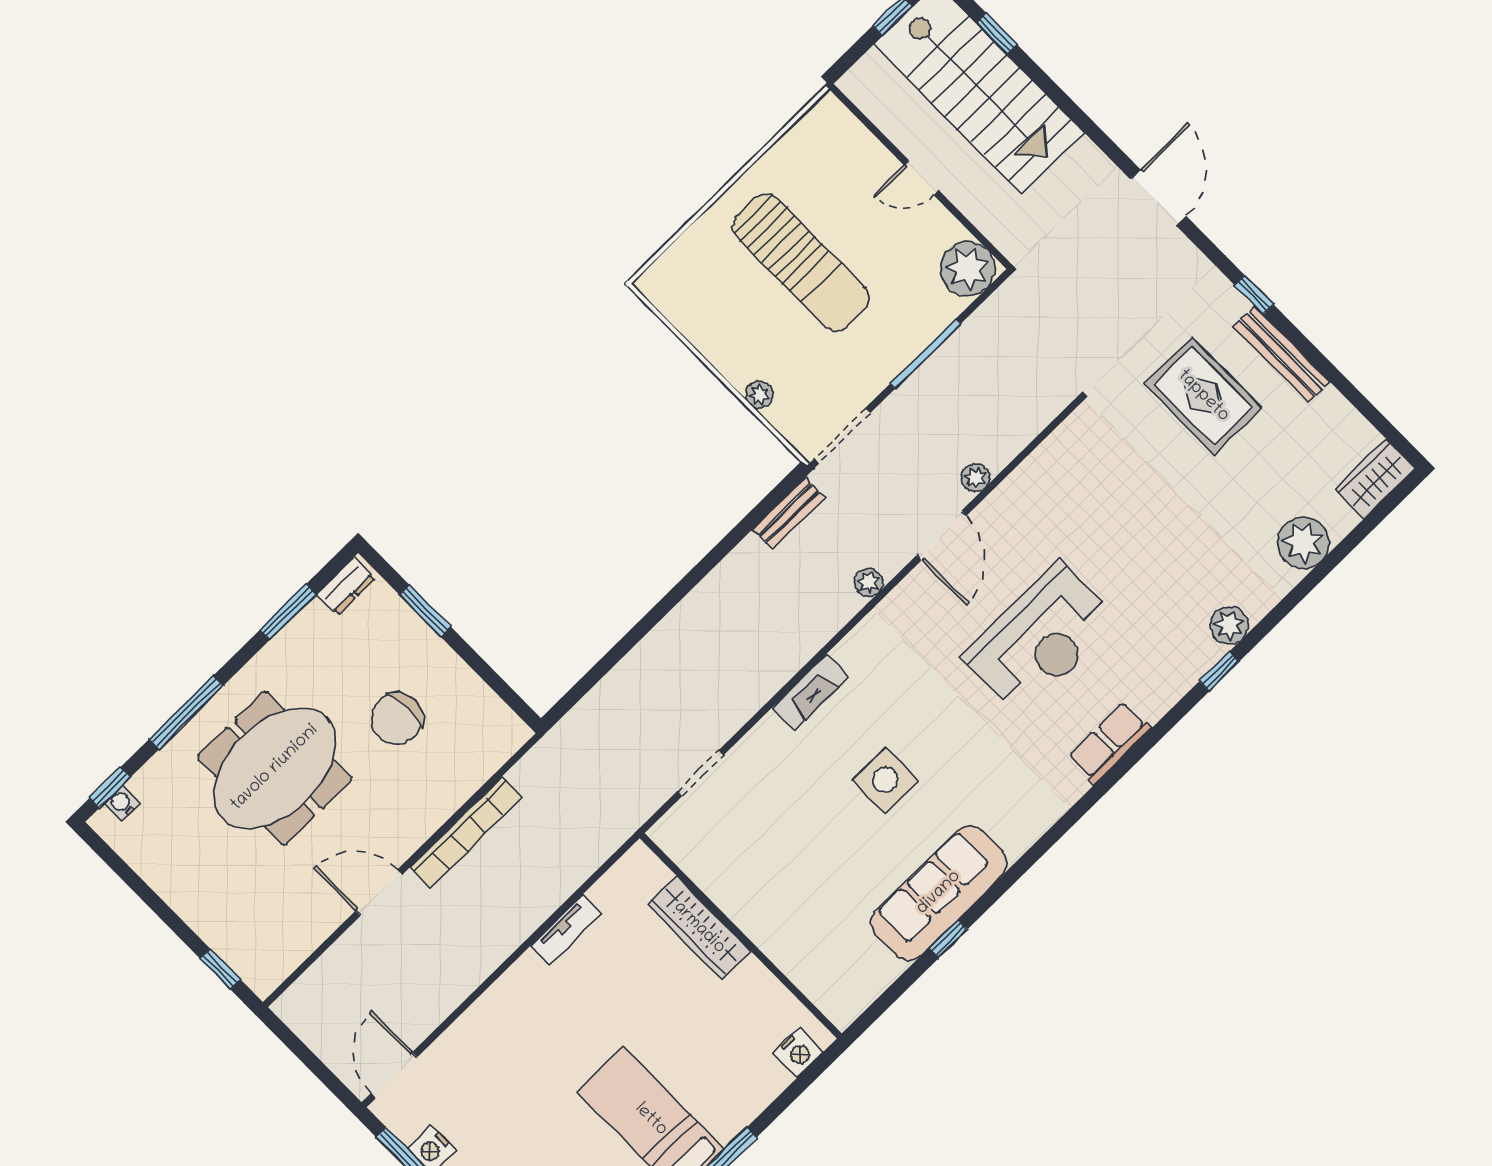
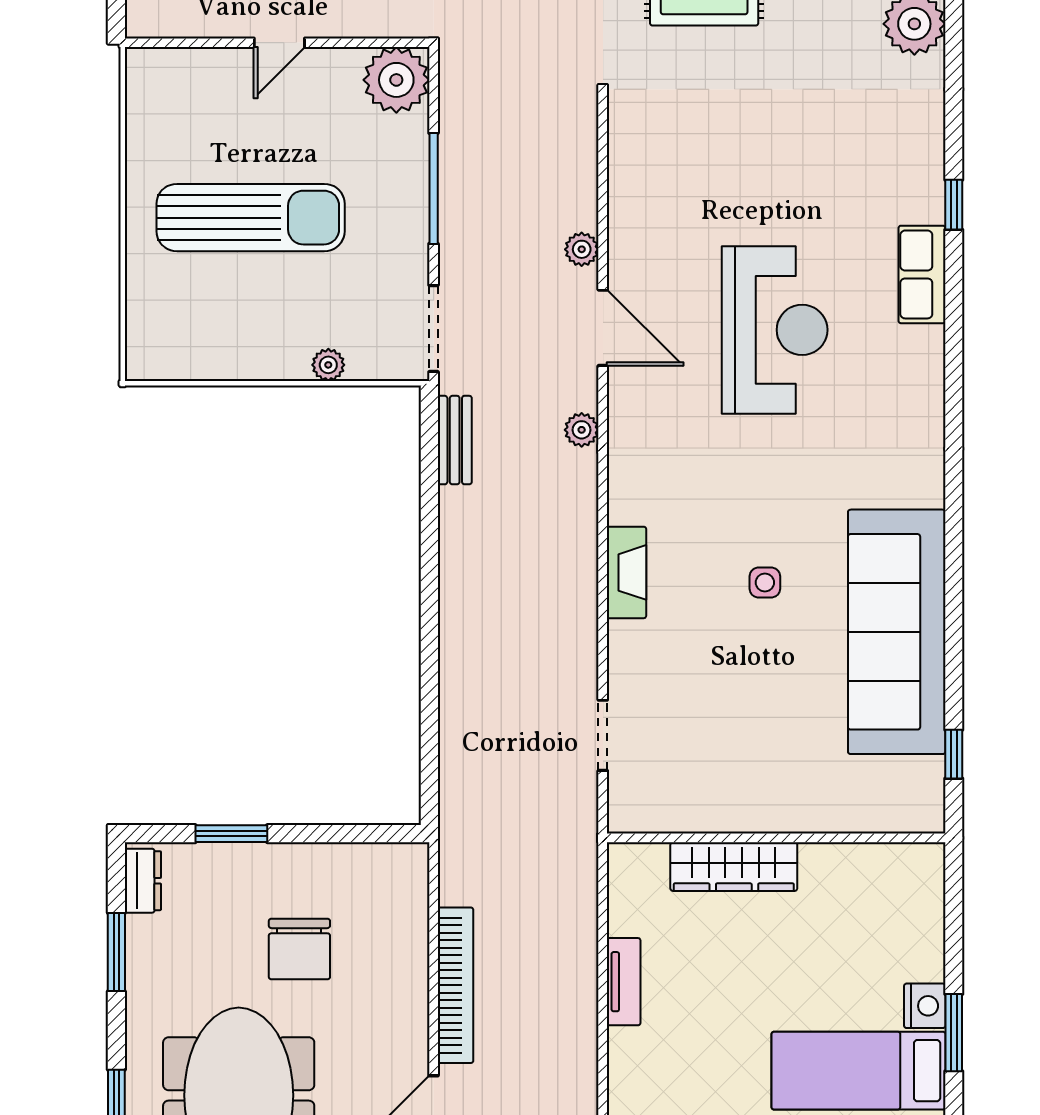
plant: (1229, 625) -> (923, 157), removed
row of seats: (1109, 743) -> (922, 274), moved
side table: (885, 780) -> (765, 583), width x0.54, depth x0.54
sofa: (939, 893) -> (897, 632), width x1.36, depth x1.27
window: (948, 939) -> (954, 754), moved
nightstand: (798, 1053) -> (925, 1006), moved

